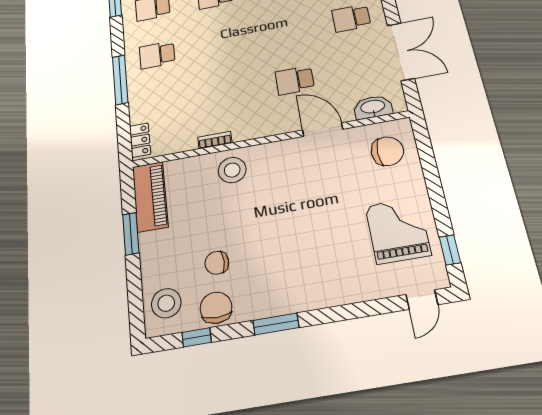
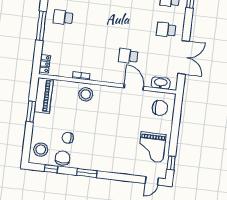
grand piano: (398, 230) -> (152, 147), turned 180

